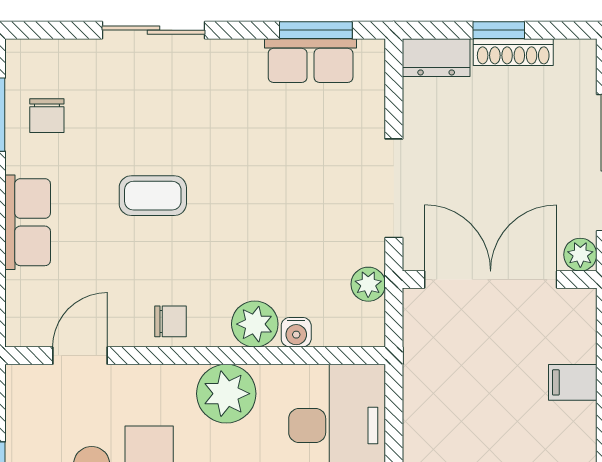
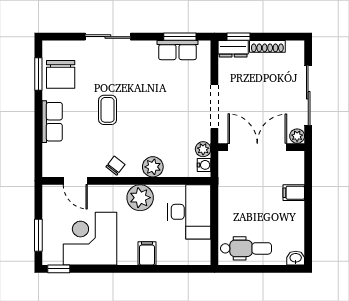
window: (499, 30) -> (238, 37), moved
chair: (47, 116) -> (61, 74), width x1.87, depth x1.87
coffee table: (153, 196) -> (108, 110), turned 90
chair: (171, 321) -> (115, 166), turned -52
water cooler: (296, 332) -> (204, 165), moved, turned -90
door: (80, 356) -> (75, 181), swing flipped

